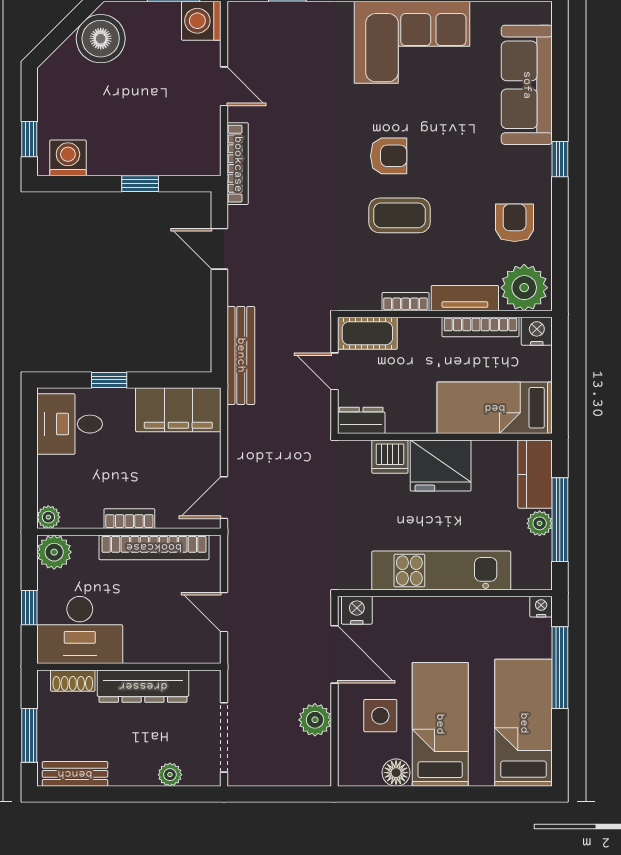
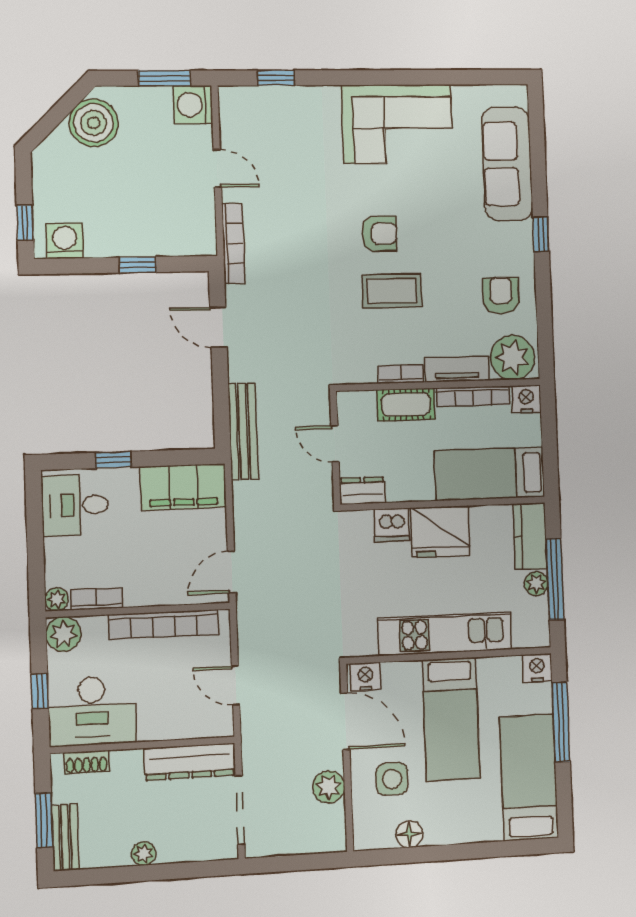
cot: (367, 333) -> (406, 405), moved
bookcase: (129, 519) -> (96, 599), moved
nightstand: (541, 607) -> (537, 668), width x1.39, depth x1.35
dresser: (143, 686) -> (190, 762), moved
bed: (440, 724) -> (451, 719), moved, turned 180
bench: (75, 774) -> (65, 838), moved, turned 90
plant: (170, 775) -> (144, 854), moved

